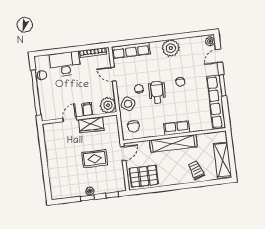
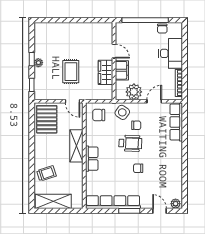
plant: (171, 48) -> (174, 163), removed
plant: (108, 105) -> (134, 92), moved
filing cabinet: (87, 109) -> (122, 70), width x2.00
shelving: (173, 143) -> (76, 146), width x0.68

